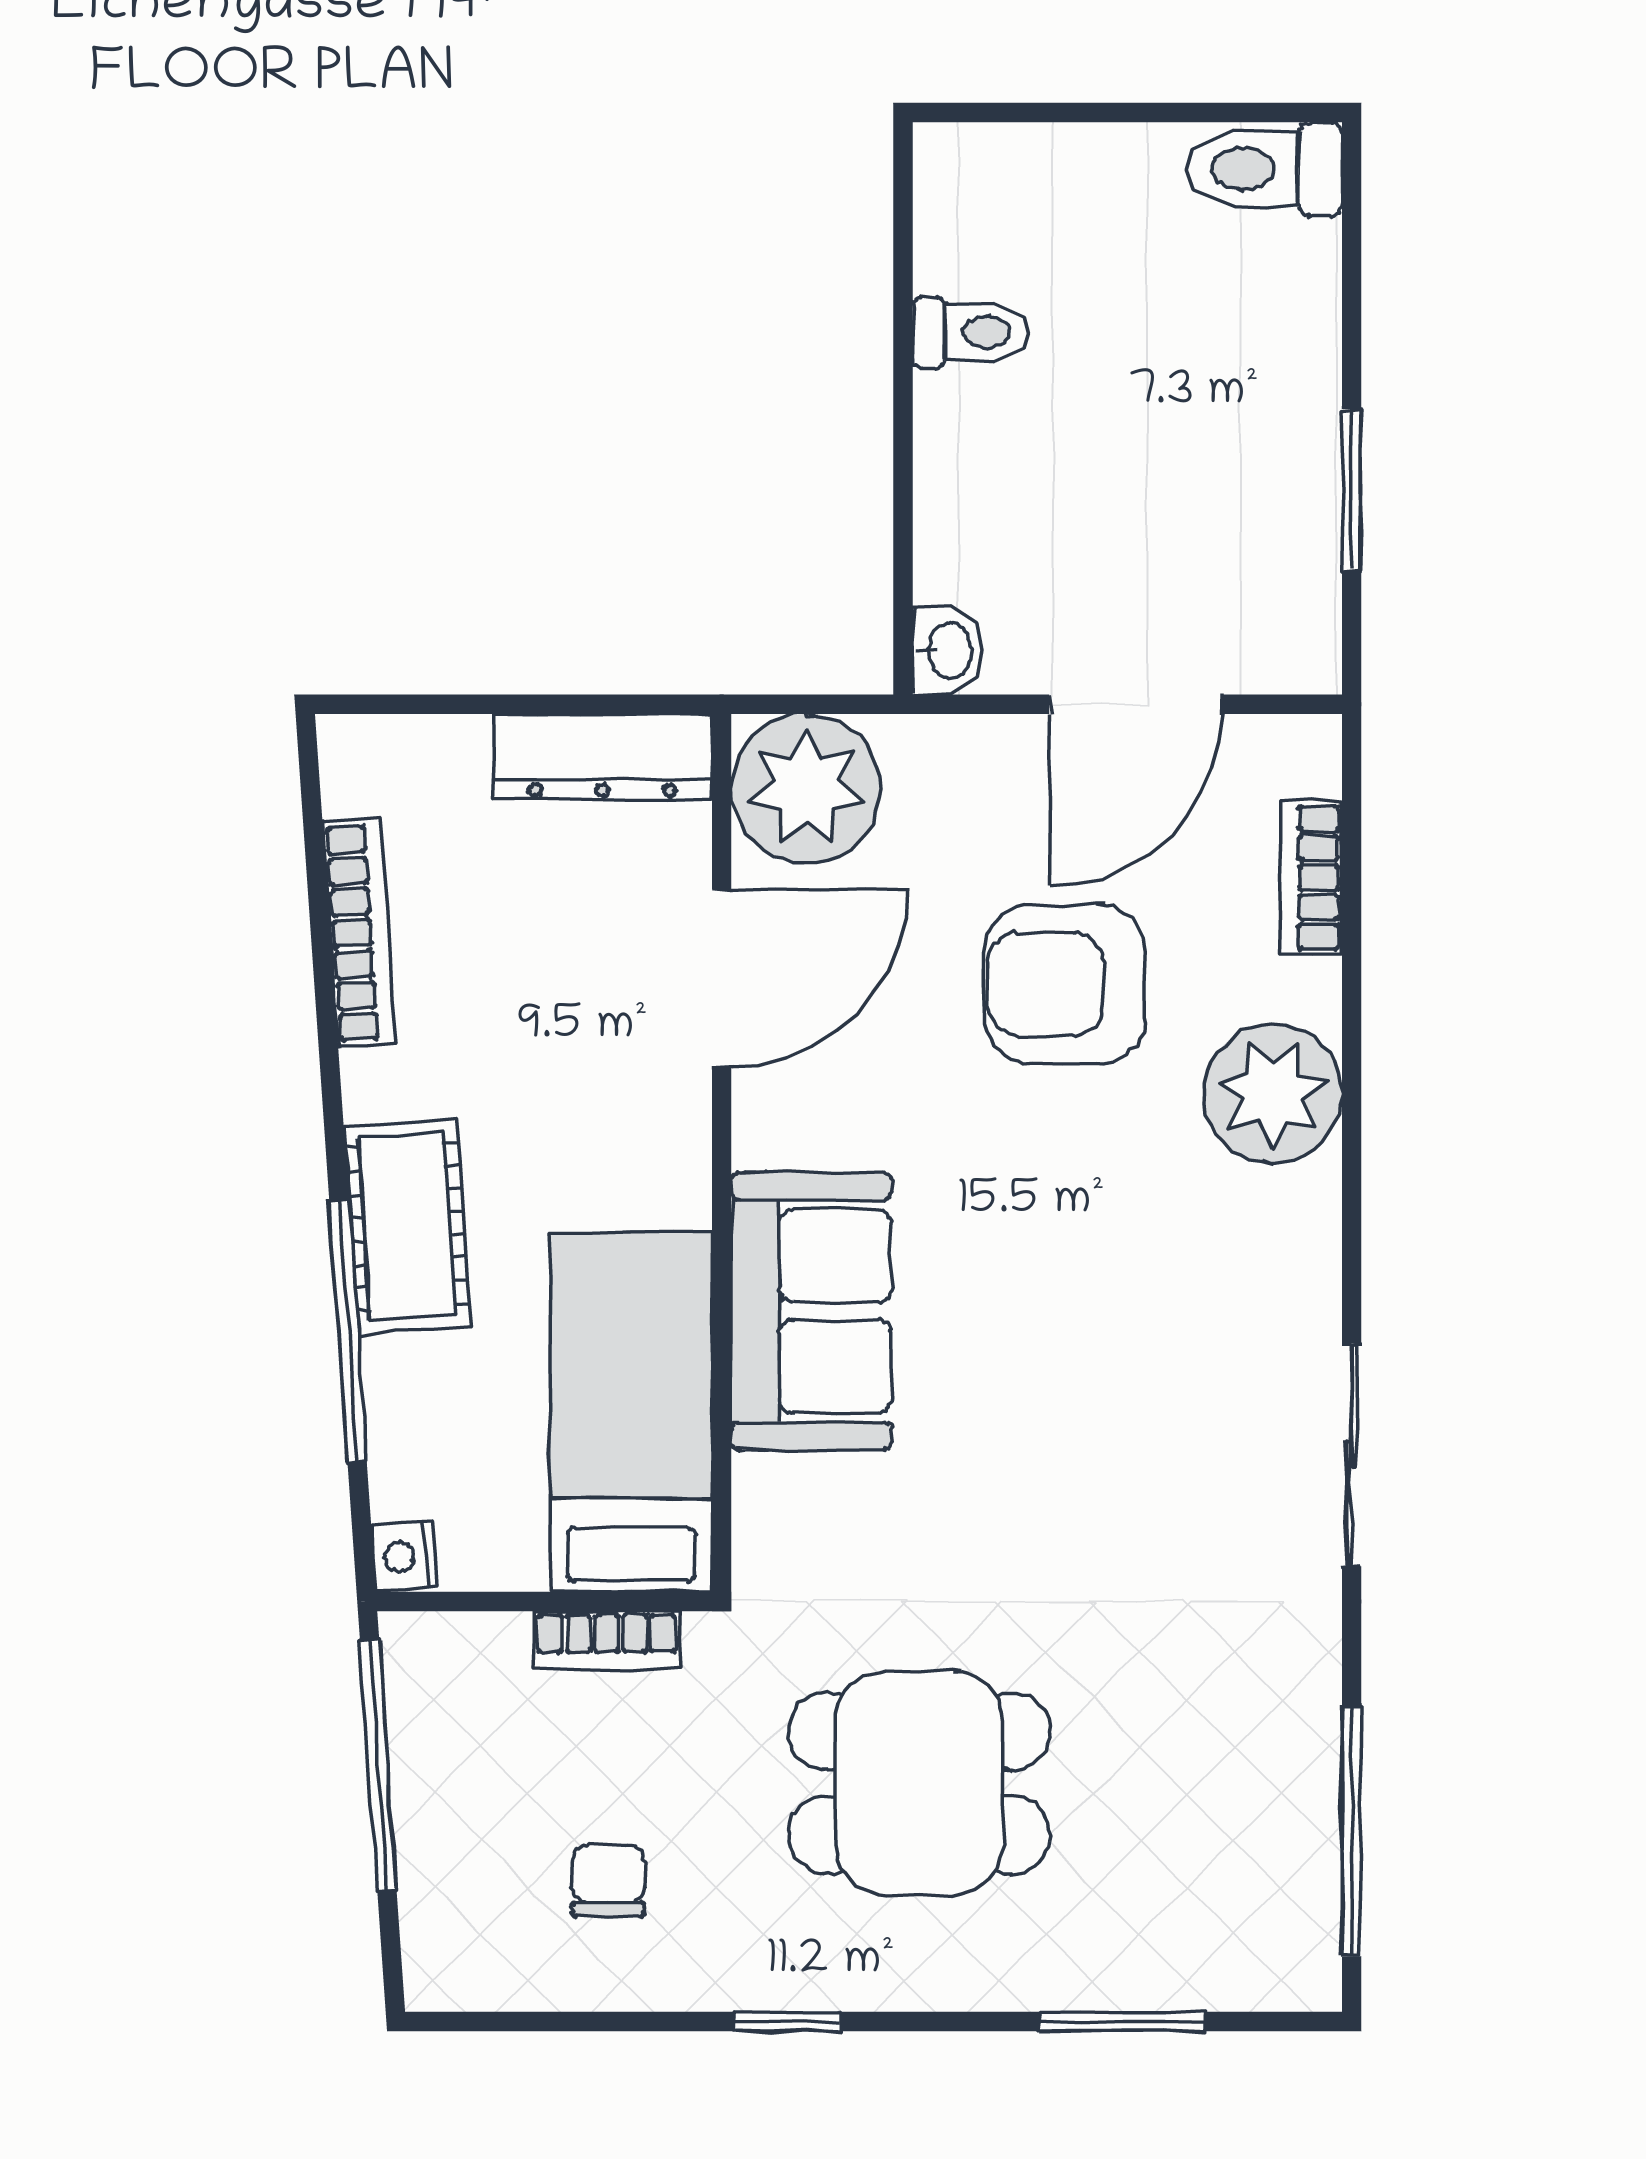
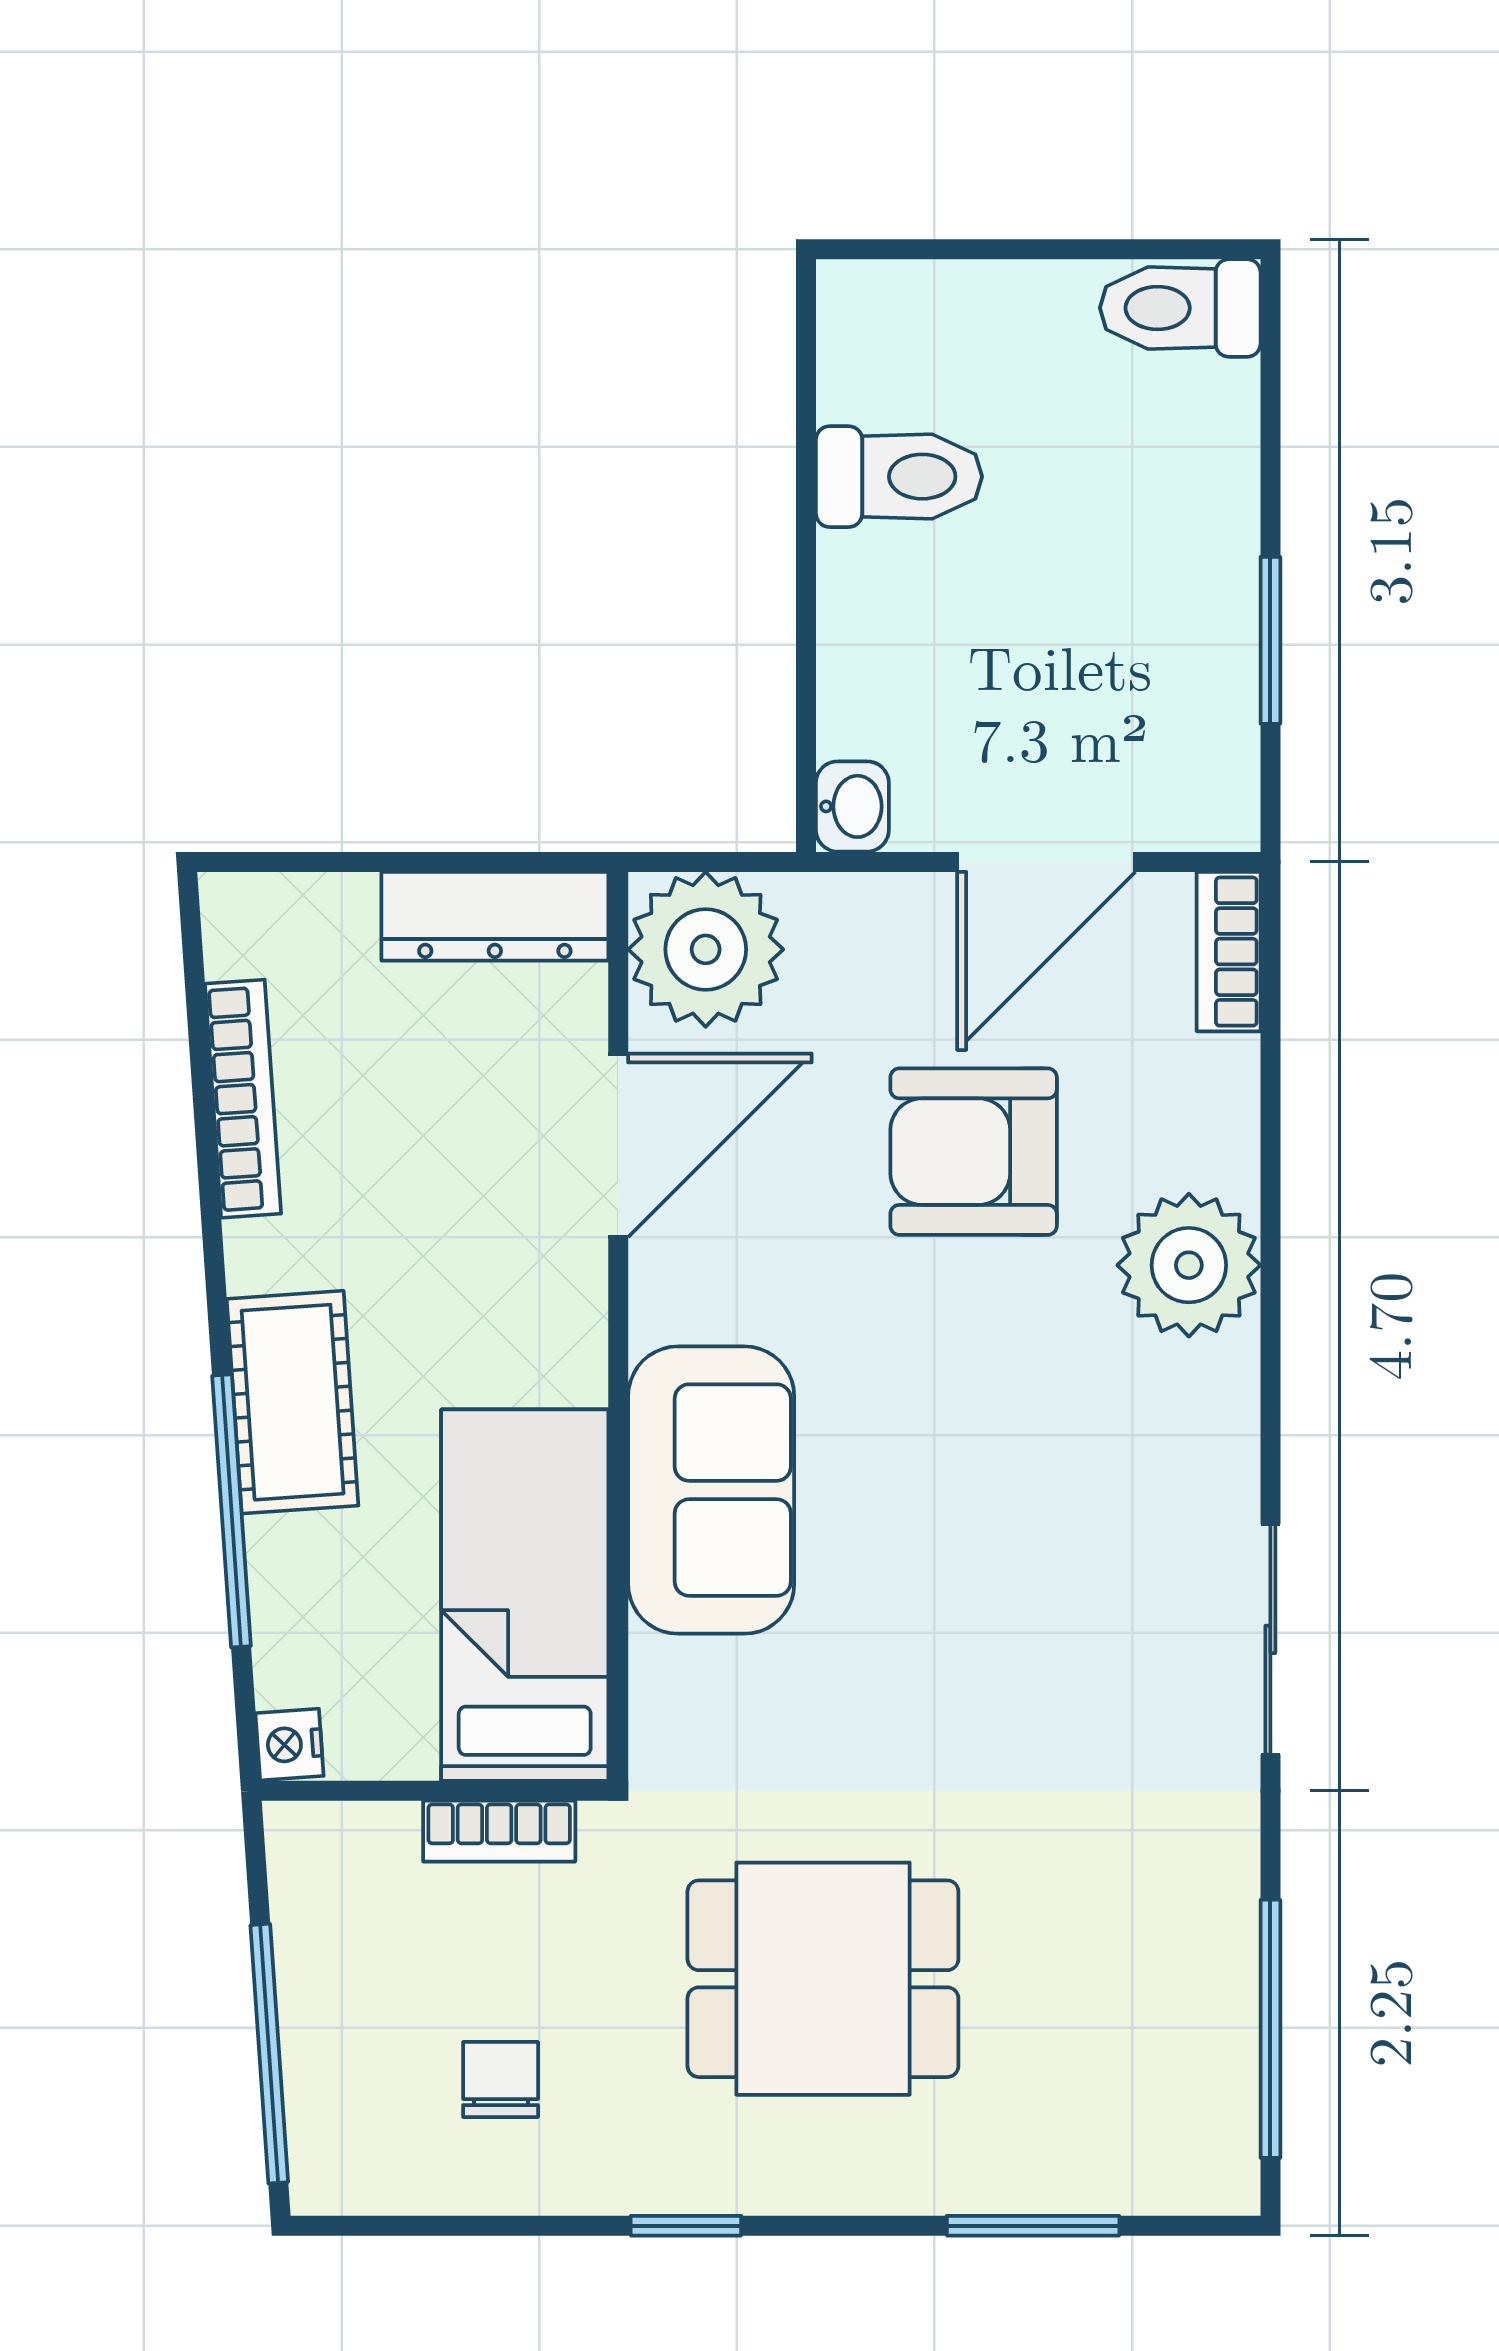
toilet: (970, 332) -> (899, 477), width x1.37, depth x1.39
bookcase: (1311, 878) -> (1229, 952), moved
window: (378, 1765) -> (269, 2054), moved

